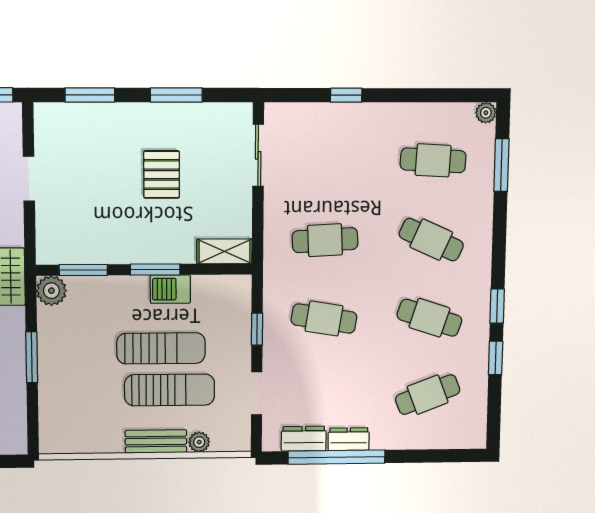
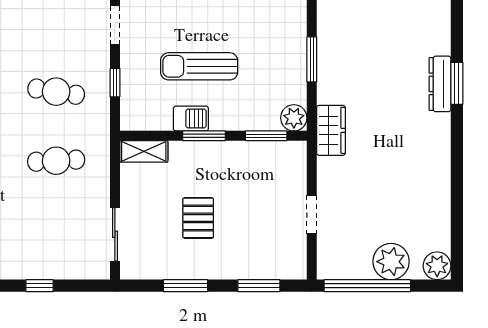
sun lounger: (170, 390) -> (192, 29), removed

